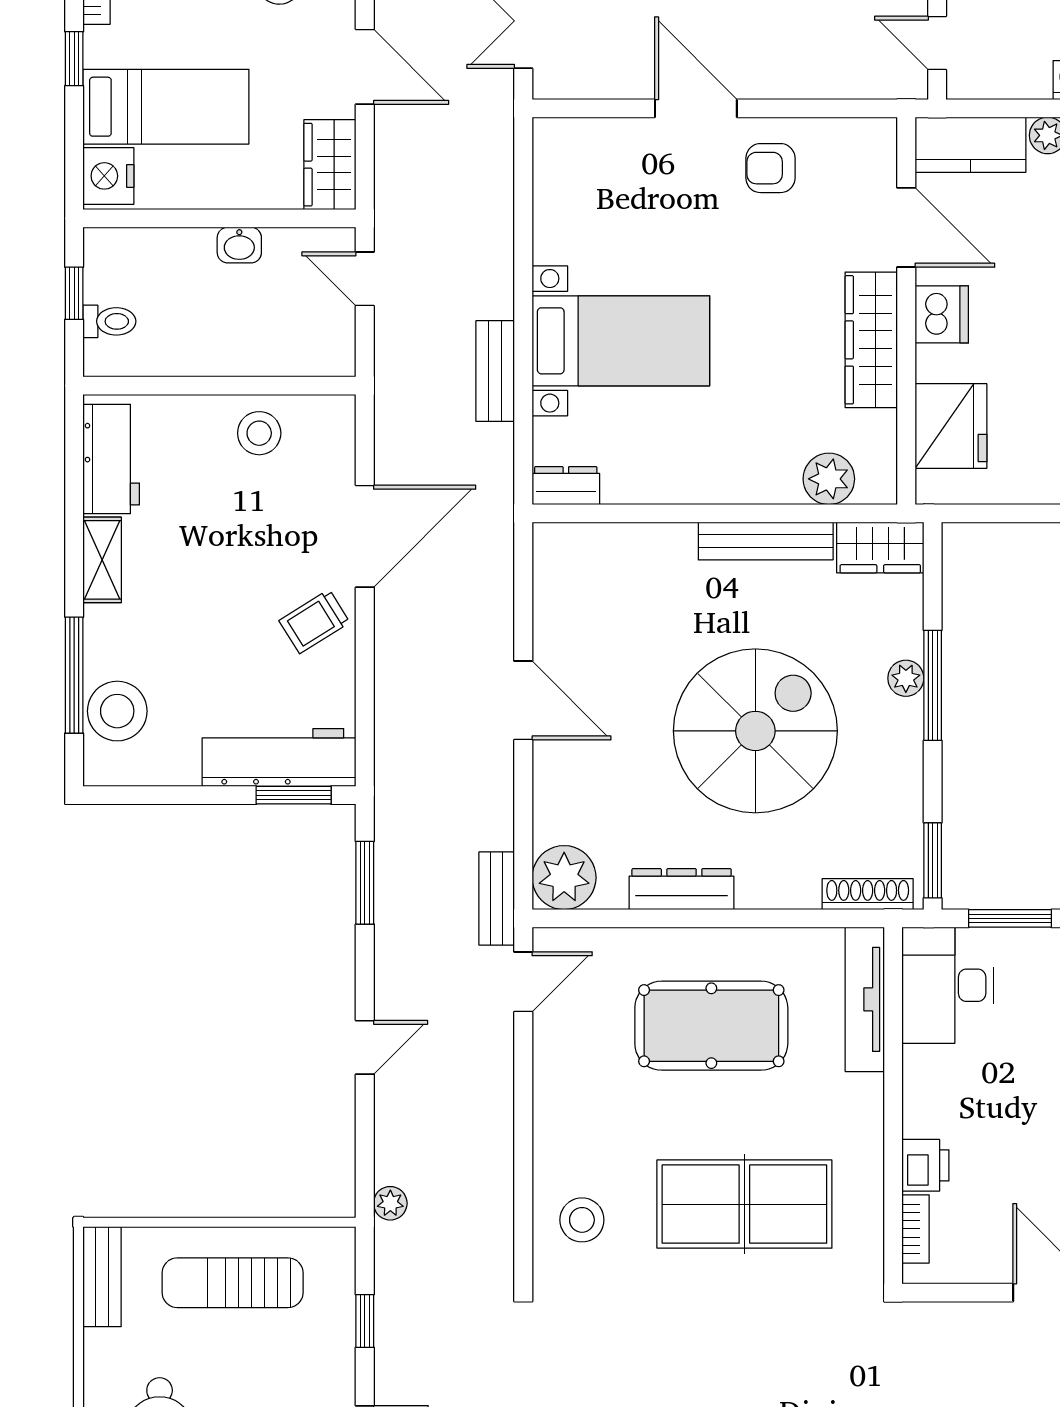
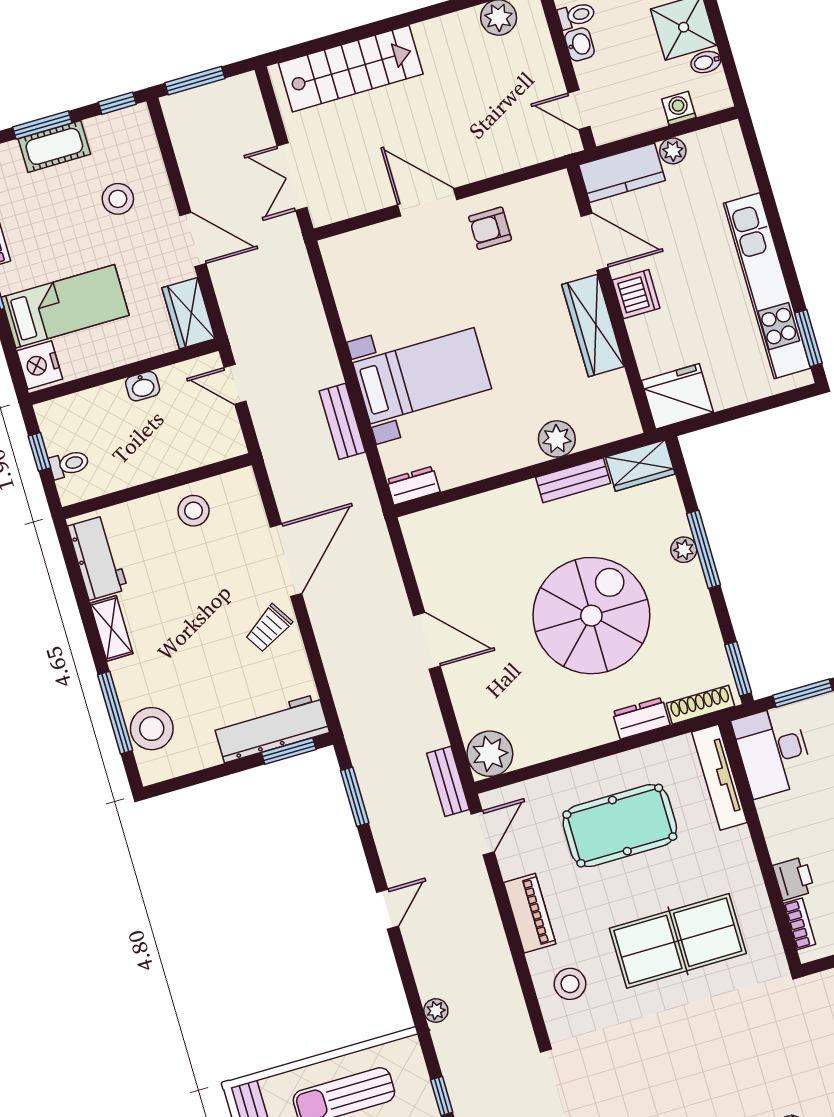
fridge: (951, 426) -> (677, 396), moved, turned -90
plant: (829, 479) -> (557, 439), moved
bench: (766, 541) -> (573, 480), width x0.73
dresser: (682, 889) -> (641, 718), moved, width x0.70
piano: (555, 1109) -> (530, 913), added

